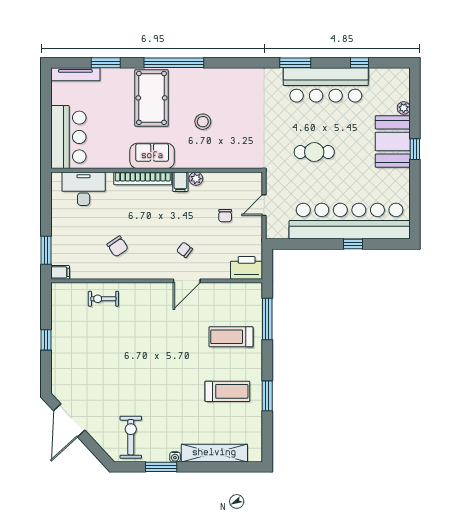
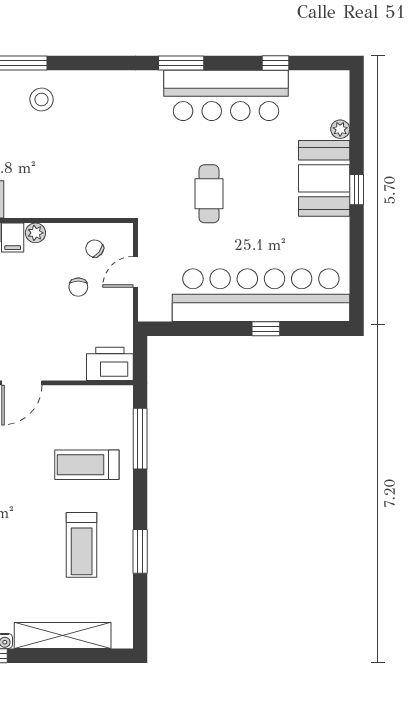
stool: (203, 122) -> (41, 100), moved
cafe table: (314, 152) -> (209, 194), turned 90
chair: (185, 250) -> (95, 249), moved
treadmill: (227, 391) -> (82, 545), turned 90

